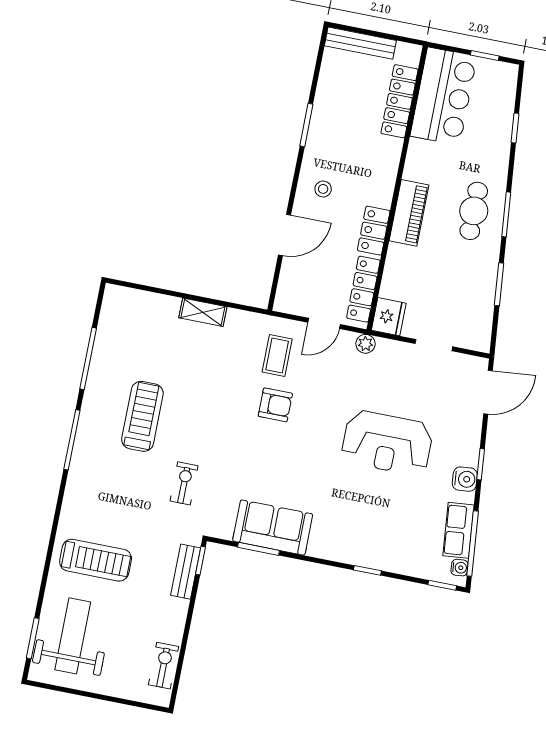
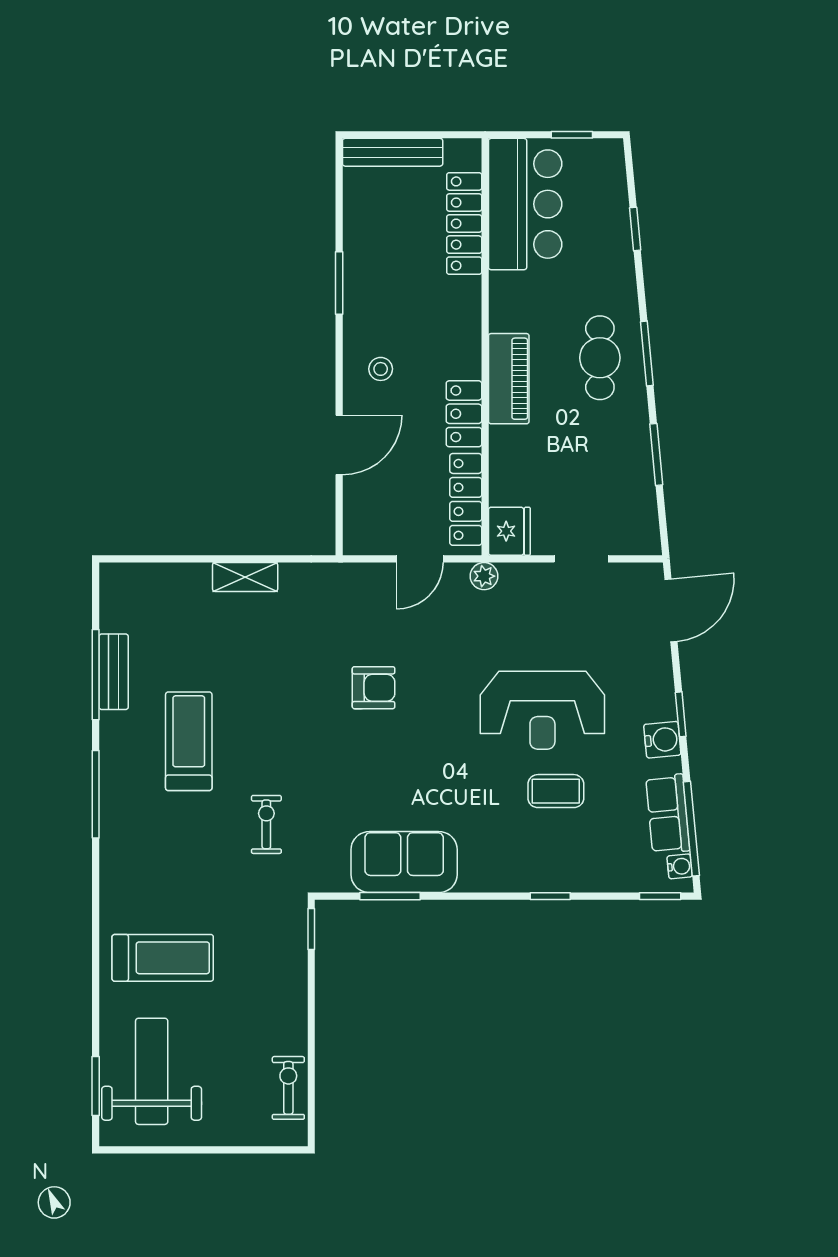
coffee table: (277, 356) -> (556, 791), moved, turned 90
bench: (186, 572) -> (114, 672), moved

